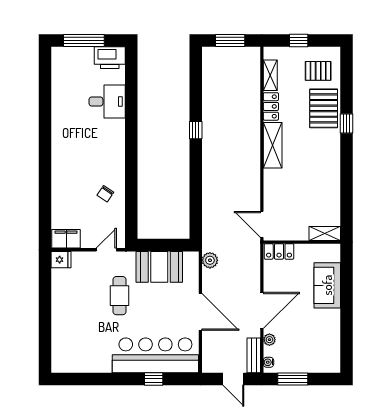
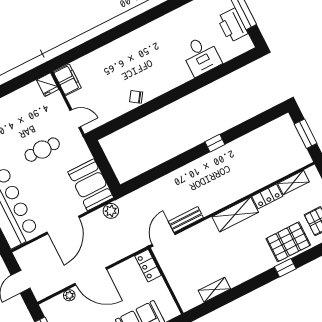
printer: (110, 58) -> (232, 25), moved
chair: (105, 194) -> (136, 97), moved
shelving: (325, 233) -> (214, 290), moved, turned 90
booth: (159, 267) -> (91, 185), moved
bench: (254, 355) -> (186, 219), moved
water cooler: (269, 362) -> (50, 304), removed

